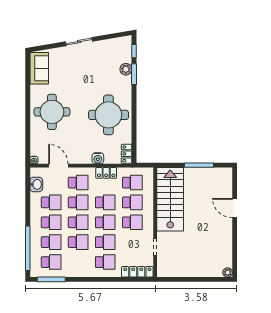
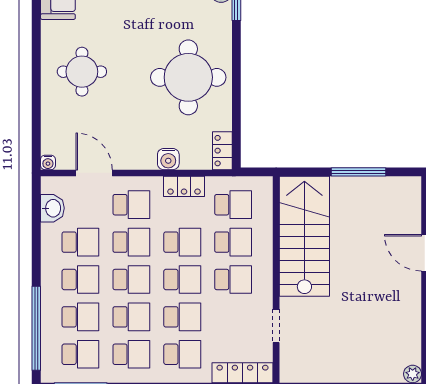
round table: (52, 112) -> (82, 72), width x0.73, depth x0.73
school desk: (78, 262) -> (131, 354), added

